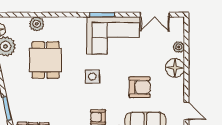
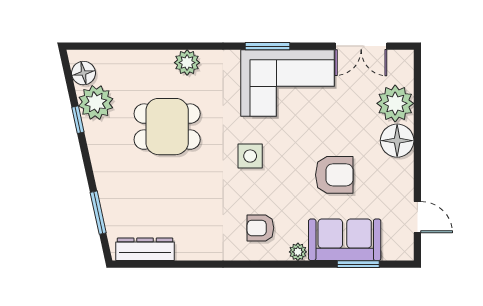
plant: (37, 24) -> (187, 63), moved
plant: (179, 47) -> (395, 103), width x1.88, depth x1.88
dining table: (46, 60) -> (167, 127), turned 90

